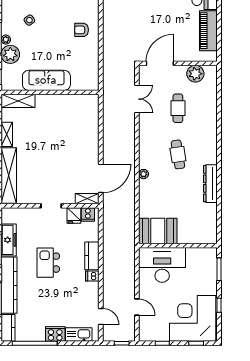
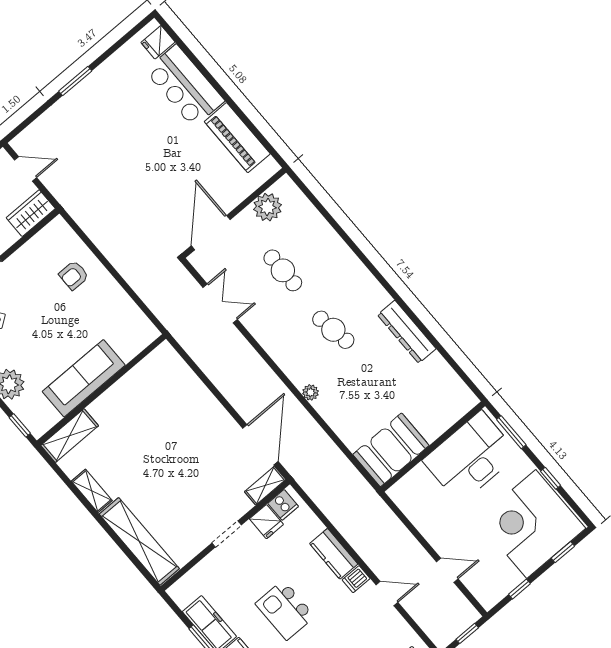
desk: (162, 265) -> (471, 457), moved
door: (101, 316) -> (387, 594), moved

